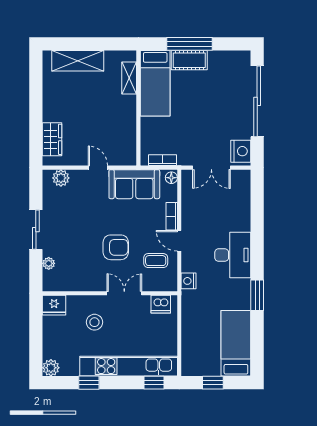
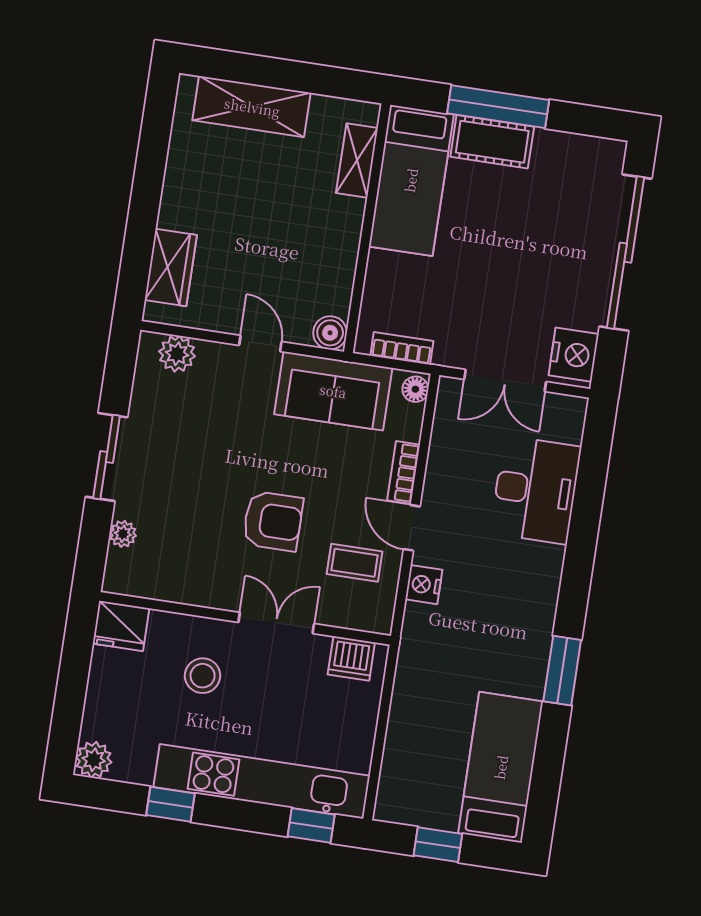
boiler: (129, 158) -> (330, 333), added
desk: (233, 255) -> (536, 490), moved
nightstand: (189, 281) -> (424, 585), moved

